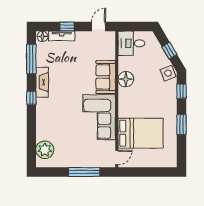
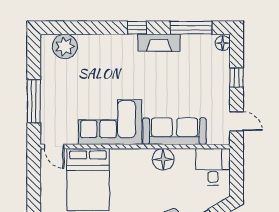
tv unit: (62, 36) -> (223, 70), removed
sofa: (106, 77) -> (175, 131), width x1.36

